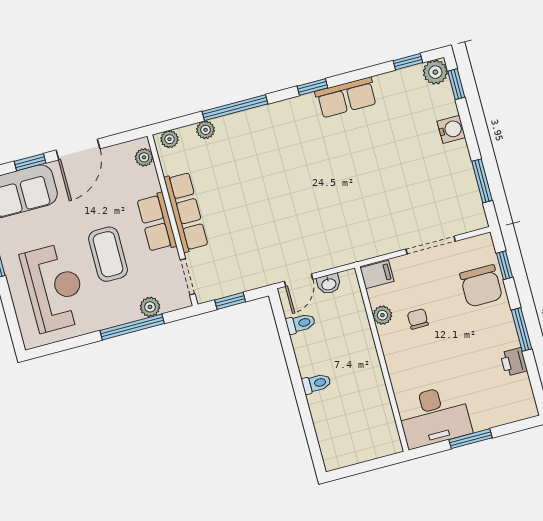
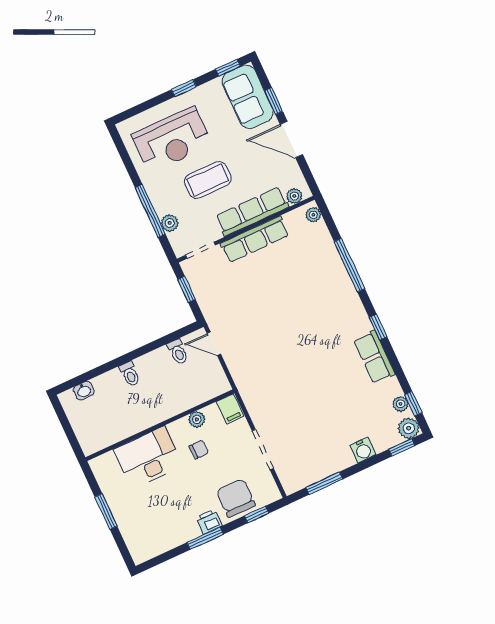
plant: (205, 130) -> (401, 404), moved
row of seats: (157, 222) -> (252, 211), width x1.48
washbasin: (329, 284) -> (84, 391), moved, turned -90
chair: (481, 286) -> (236, 498), turned 90
printer: (514, 362) -> (209, 522), moved
desk: (434, 416) -> (148, 458), moved, turned 90

